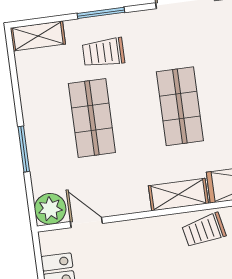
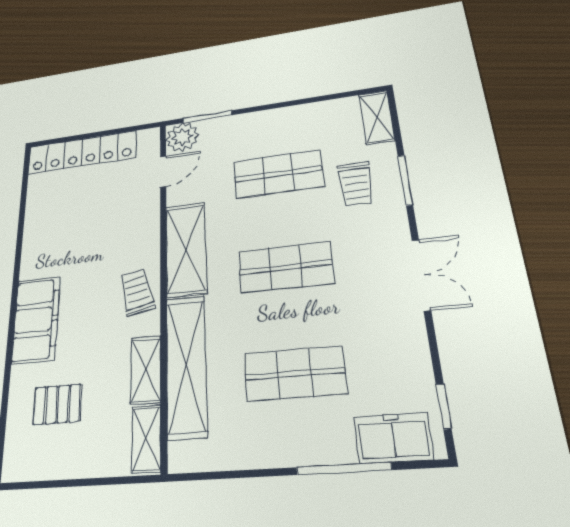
trolley: (104, 53) -> (356, 184), turned 180
window: (24, 149) -> (207, 117), moved
shelving: (178, 195) -> (186, 249), width x1.50, depth x1.33

